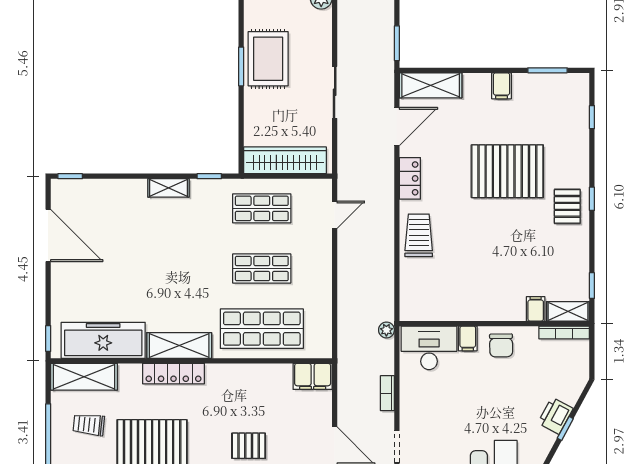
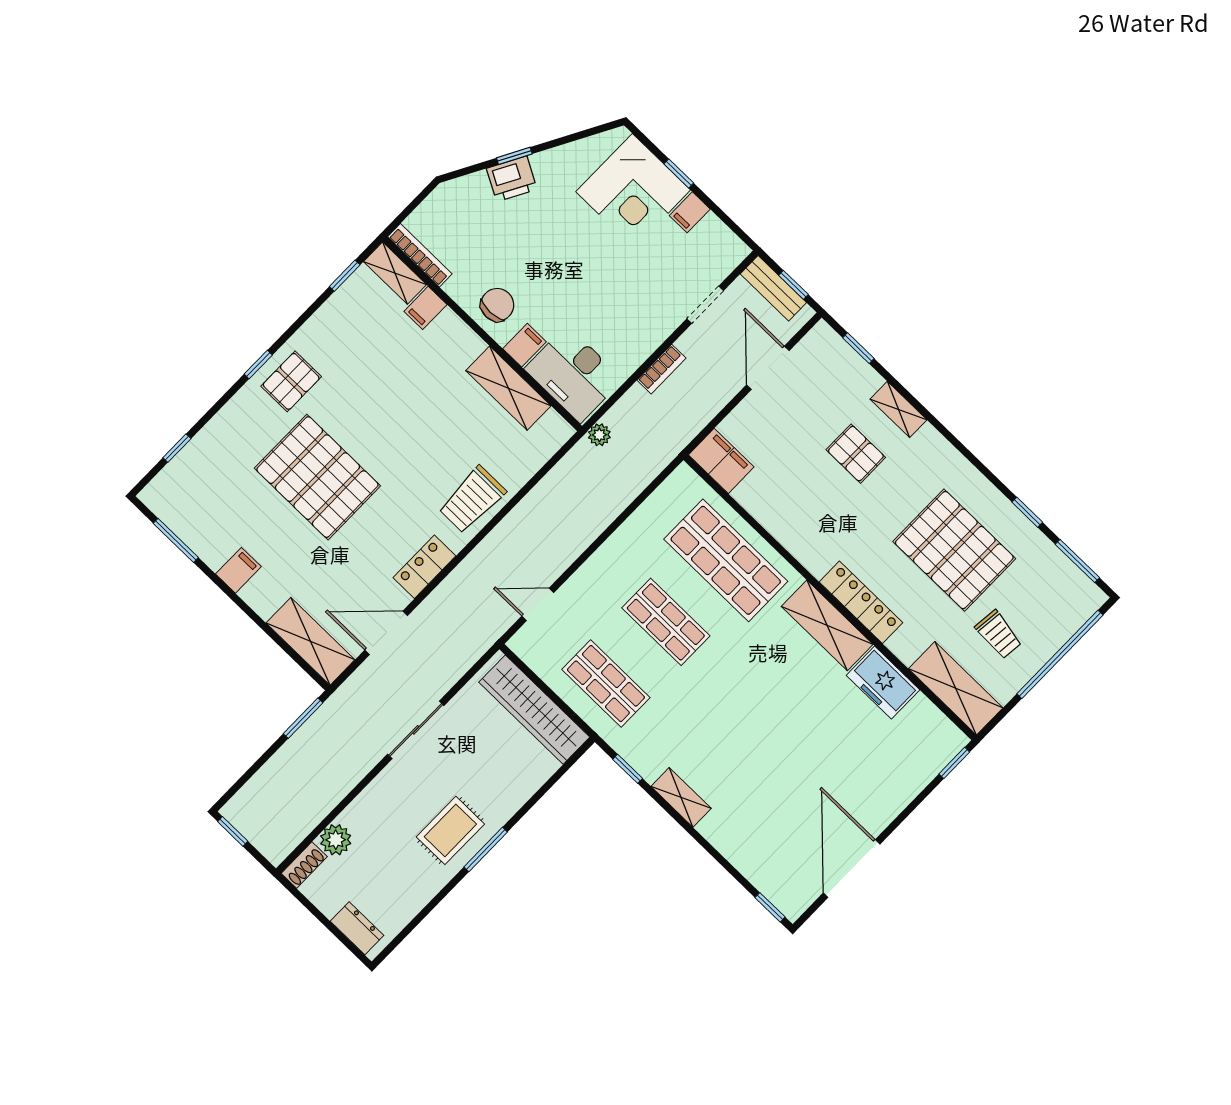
rug: (268, 59) -> (450, 830), width x0.73, depth x0.70
shelving: (455, 309) -> (508, 388), added
freezer: (103, 340) -> (883, 683), width x0.52, depth x0.79

